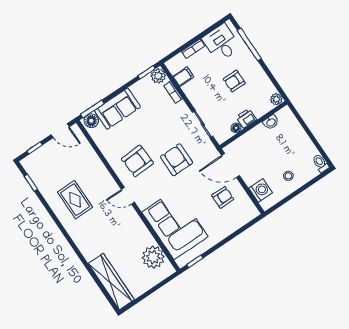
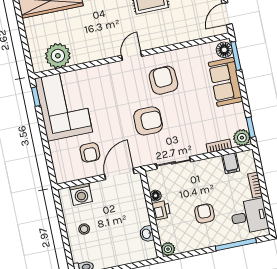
corner sofa: (175, 224) -> (63, 105), moved, turned -90

